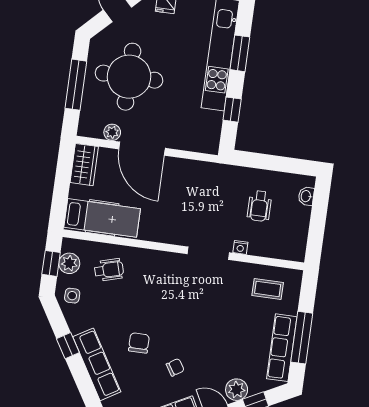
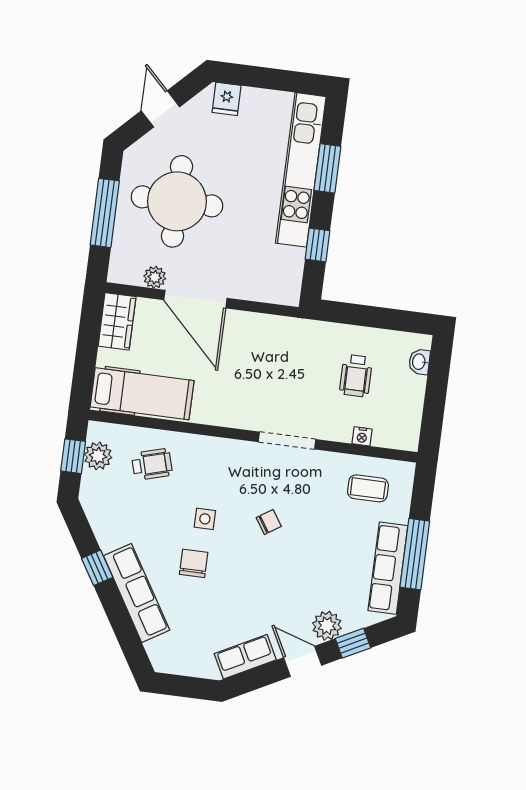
nightstand: (240, 247) -> (362, 436), moved
side table: (72, 296) -> (205, 519), moved
chair: (175, 367) -> (269, 522), moved

